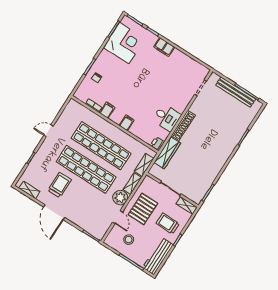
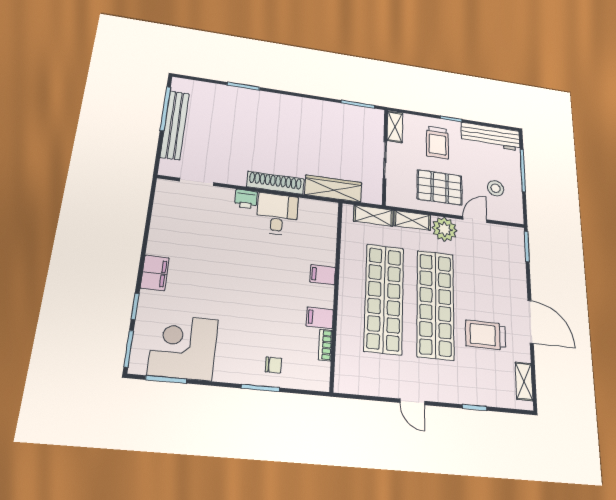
printer: (157, 144) -> (246, 199), moved
door: (54, 212) -> (531, 322), hinge flipped

